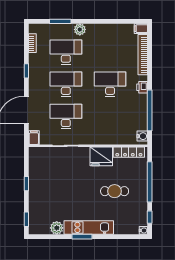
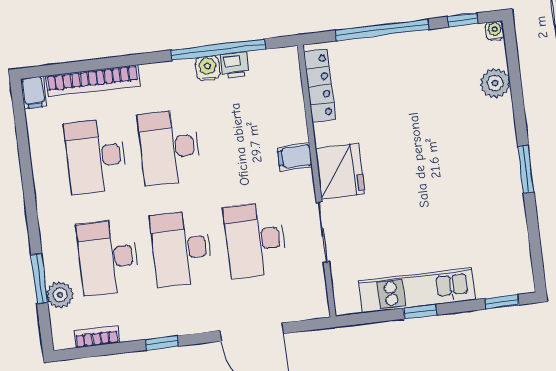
plant: (80, 29) -> (60, 295), moved
desk: (110, 52) -> (96, 156), added
printer: (142, 87) -> (235, 65), moved
water cooler: (142, 136) -> (208, 68), moved
filing cabinet: (34, 138) -> (295, 157), moved
fridge: (101, 156) -> (340, 171), moved
cafe table: (115, 191) -> (413, 107), removed
kitchen unit: (89, 227) -> (417, 291), moved, turned 90
plant: (57, 228) -> (495, 83), moved

